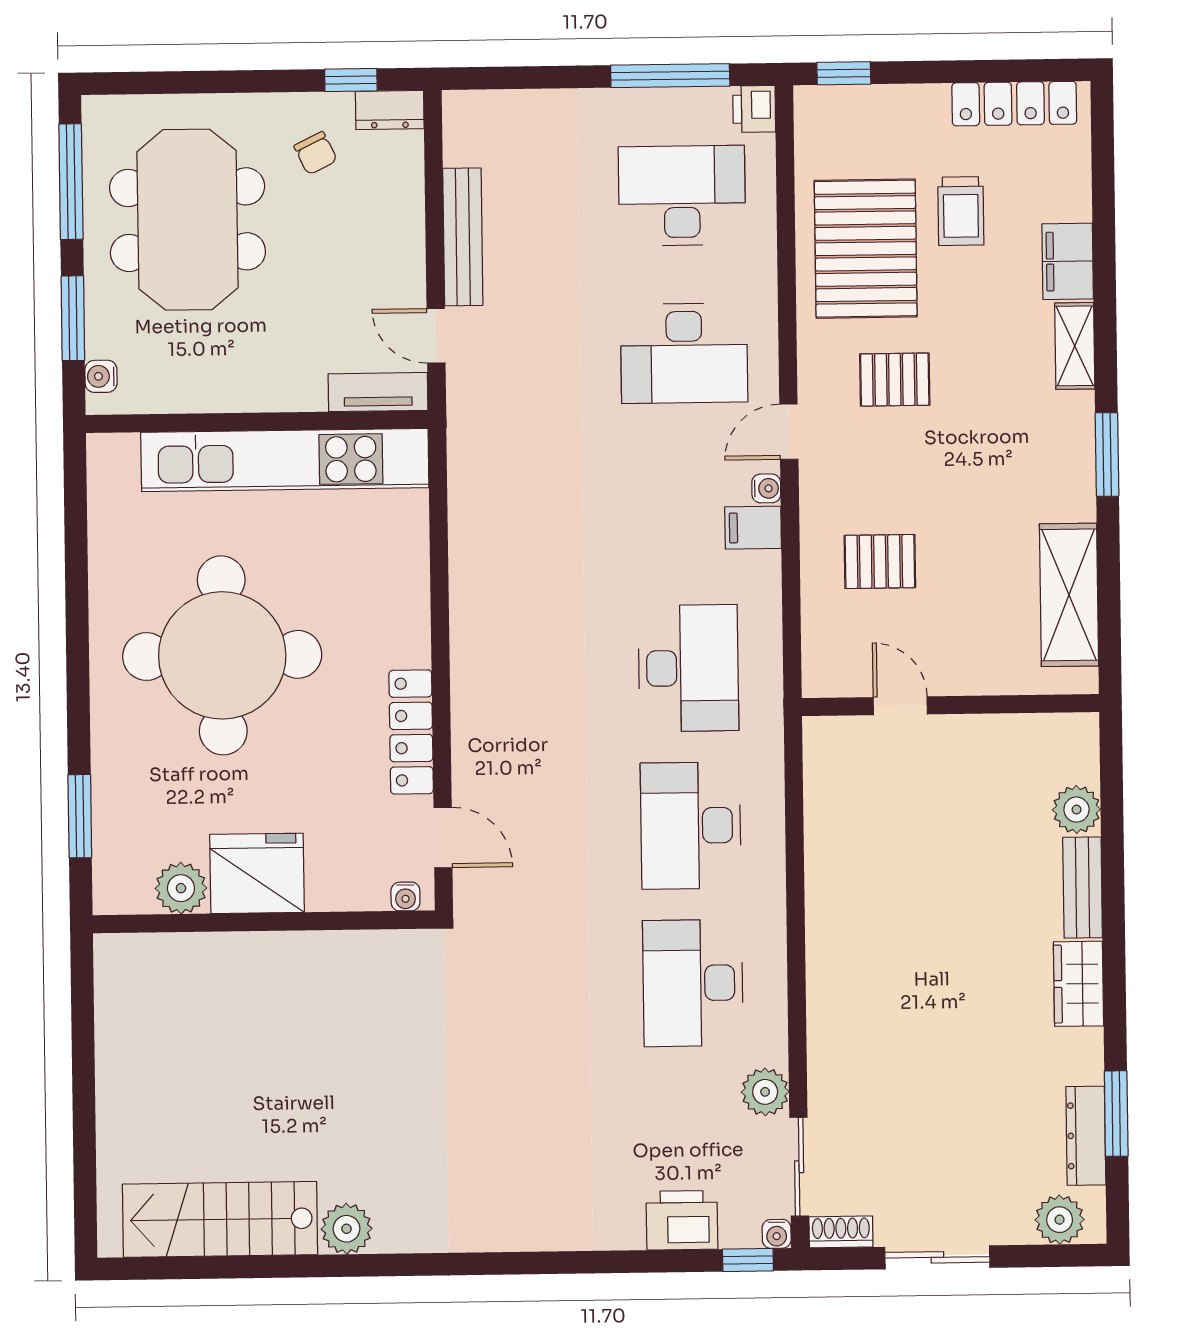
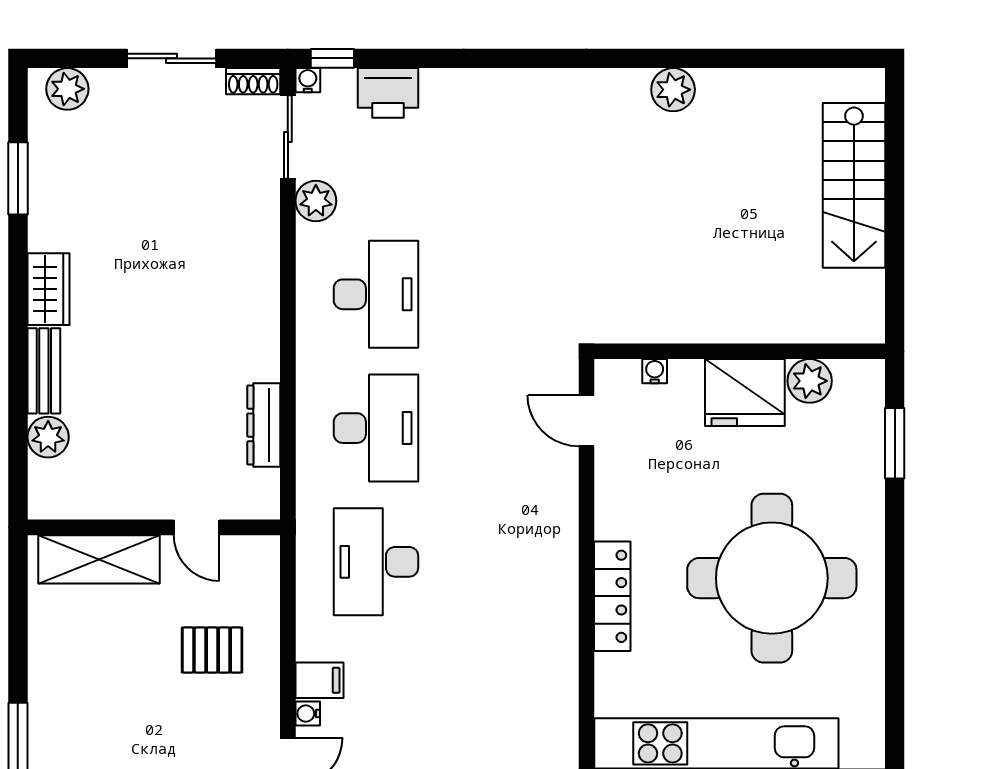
shelving: (1069, 595) -> (99, 559), moved, turned 90
locker: (411, 732) -> (612, 596), moved
water cooler: (405, 897) -> (655, 371), moved
dresser: (1086, 1136) -> (264, 425), moved, turned 180
stairs: (220, 1219) -> (854, 185), moved, turned 90

